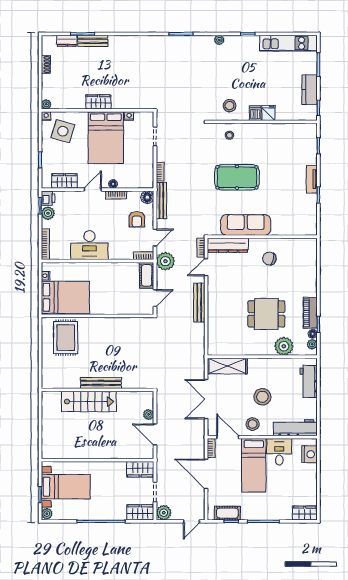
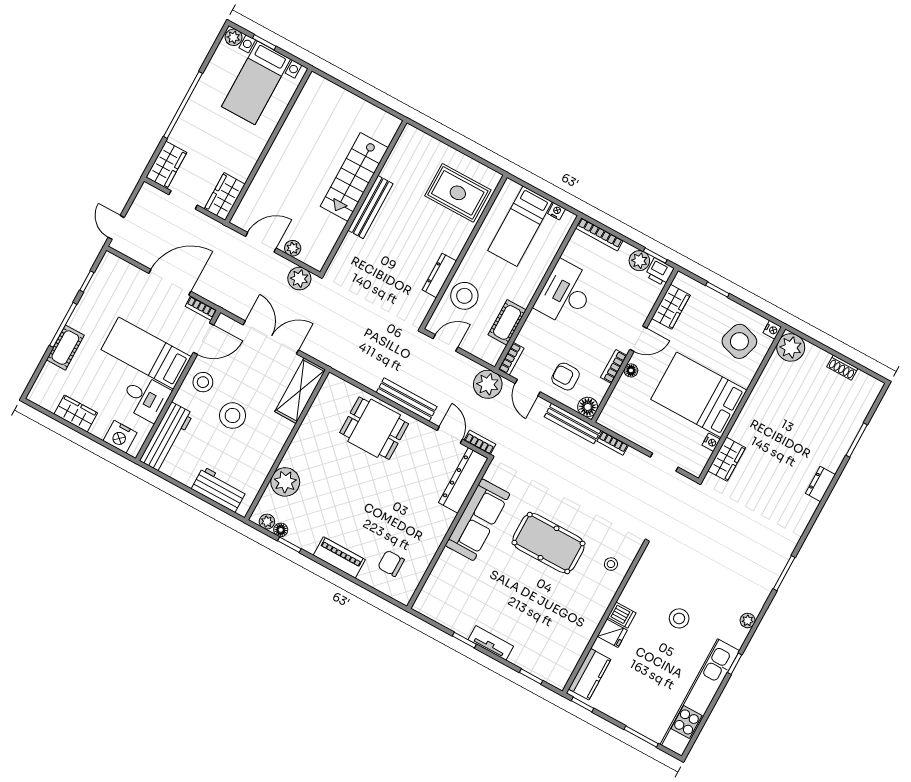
dresser: (67, 41) -> (820, 484), moved
bench: (93, 41) -> (840, 449), removed
kitchen unit: (288, 43) -> (700, 698), width x1.36
kitchen counter: (310, 90) -> (590, 674), moved, turned 90
wardrobe: (98, 102) -> (727, 459), moved
plant: (46, 104) -> (791, 347), width x1.88, depth x1.88
stool: (230, 106) -> (679, 618), moved
pool table: (237, 177) -> (549, 543), turned 90
door: (93, 190) -> (638, 339), hinge flipped
chair: (269, 259) -> (391, 563), moved, turned -103
cot: (147, 275) -> (507, 322), moved, turned 90
bed: (65, 297) -> (520, 226), width x0.67
door: (155, 298) -> (446, 343), swing flipped
stool: (122, 302) -> (464, 296), added
piano: (310, 313) -> (339, 557), moved
dining table: (266, 314) -> (374, 428), moved, turned 90
dresser: (118, 323) -> (439, 275), added
plant: (164, 513) -> (299, 279), moved
cot: (227, 513) -> (65, 348), moved
wardrobe: (305, 513) -> (76, 414), moved, turned -90

